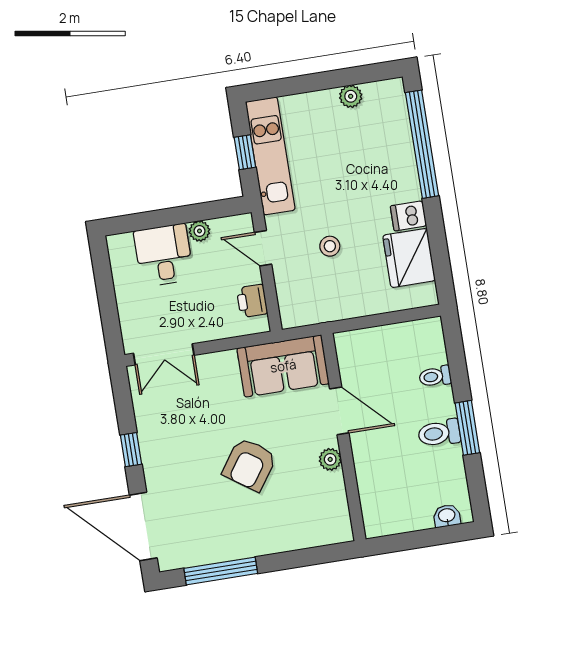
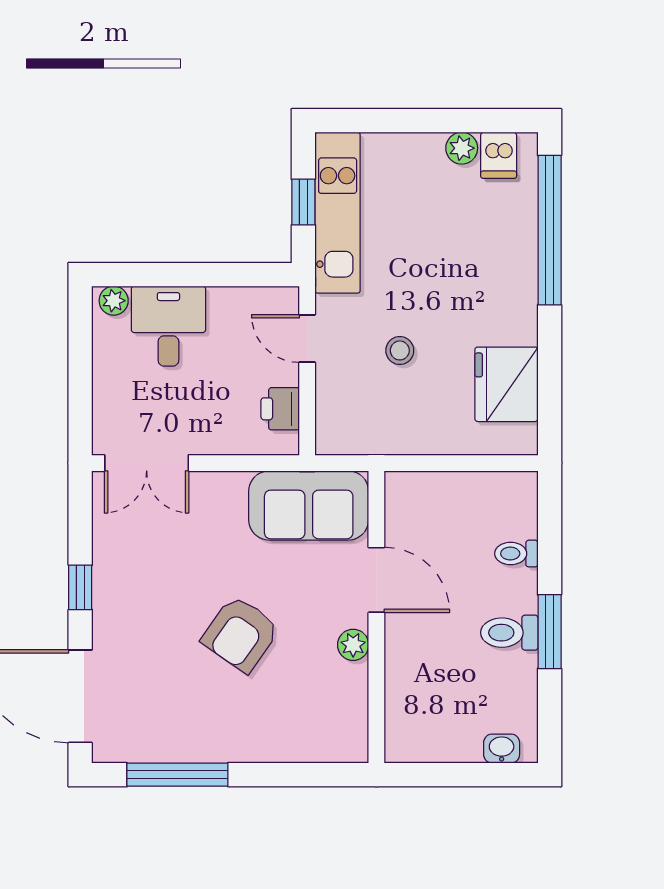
dishwasher: (408, 216) -> (499, 155), moved, turned -90
plant: (199, 231) -> (114, 301), moved

